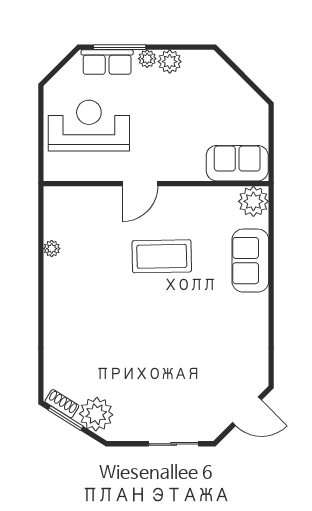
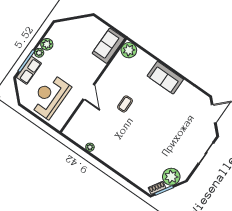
coffee table: (162, 256) -> (125, 104), width x0.54, depth x0.58
sofa: (250, 261) -> (165, 78), moved

